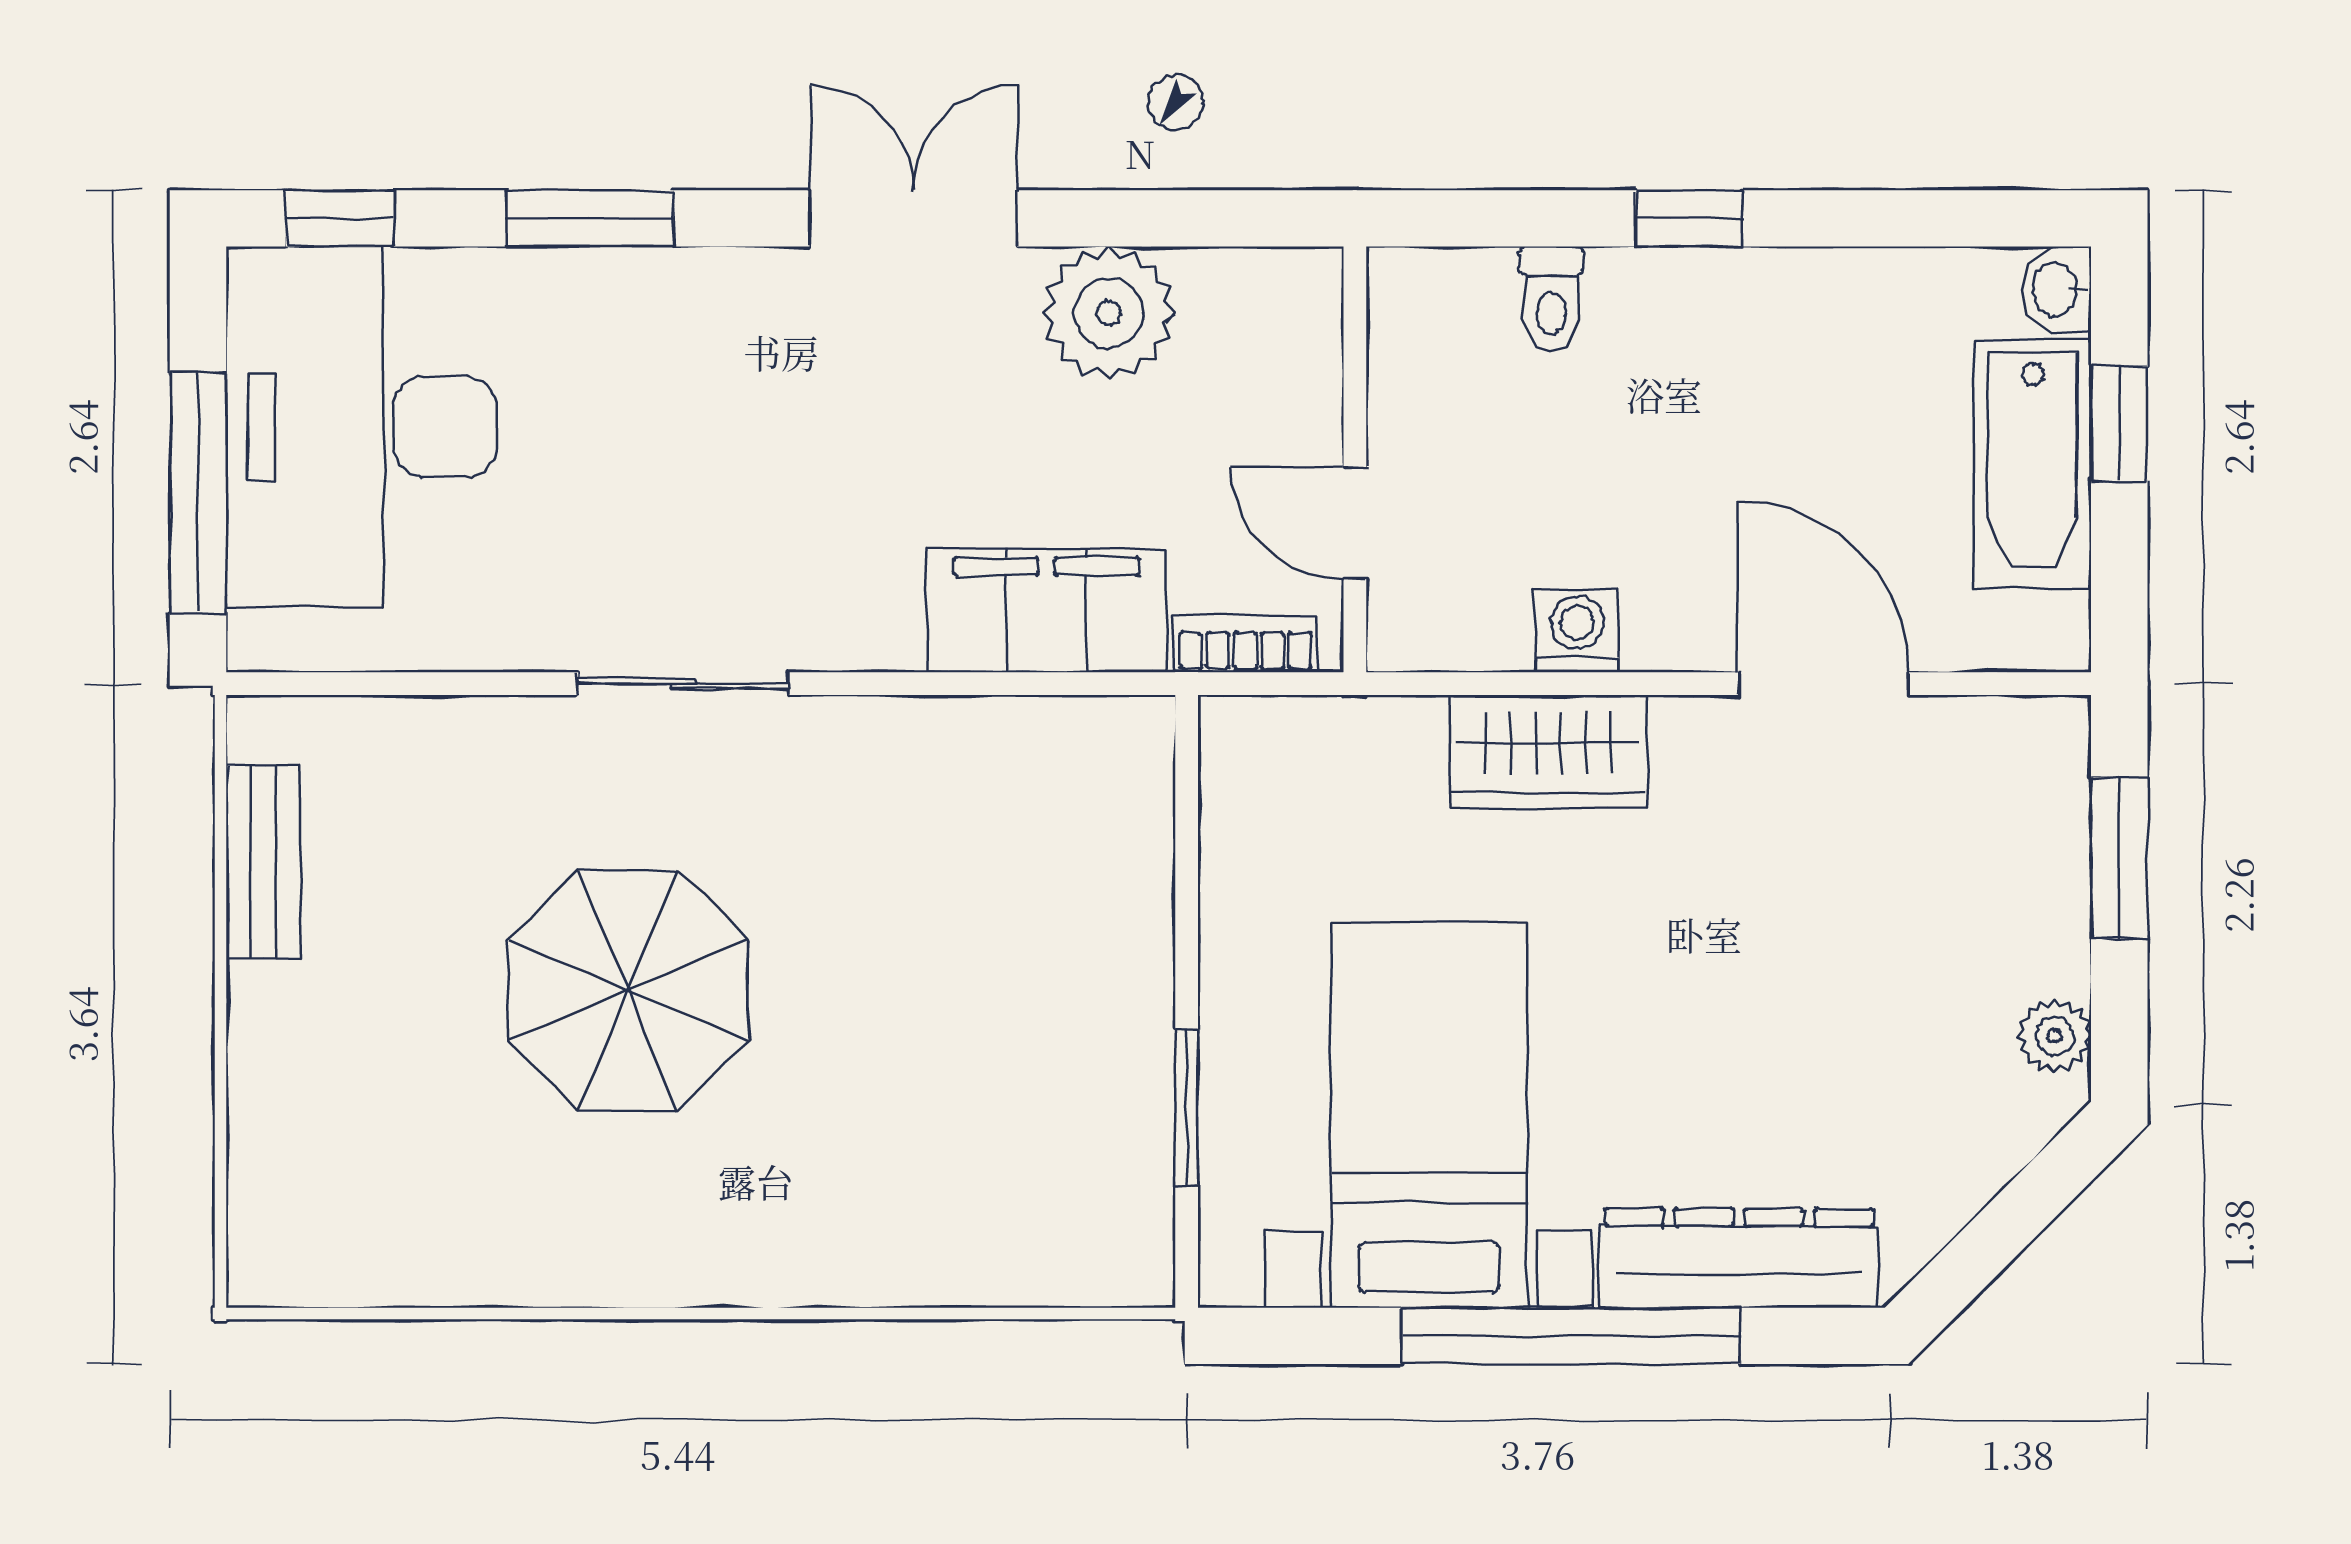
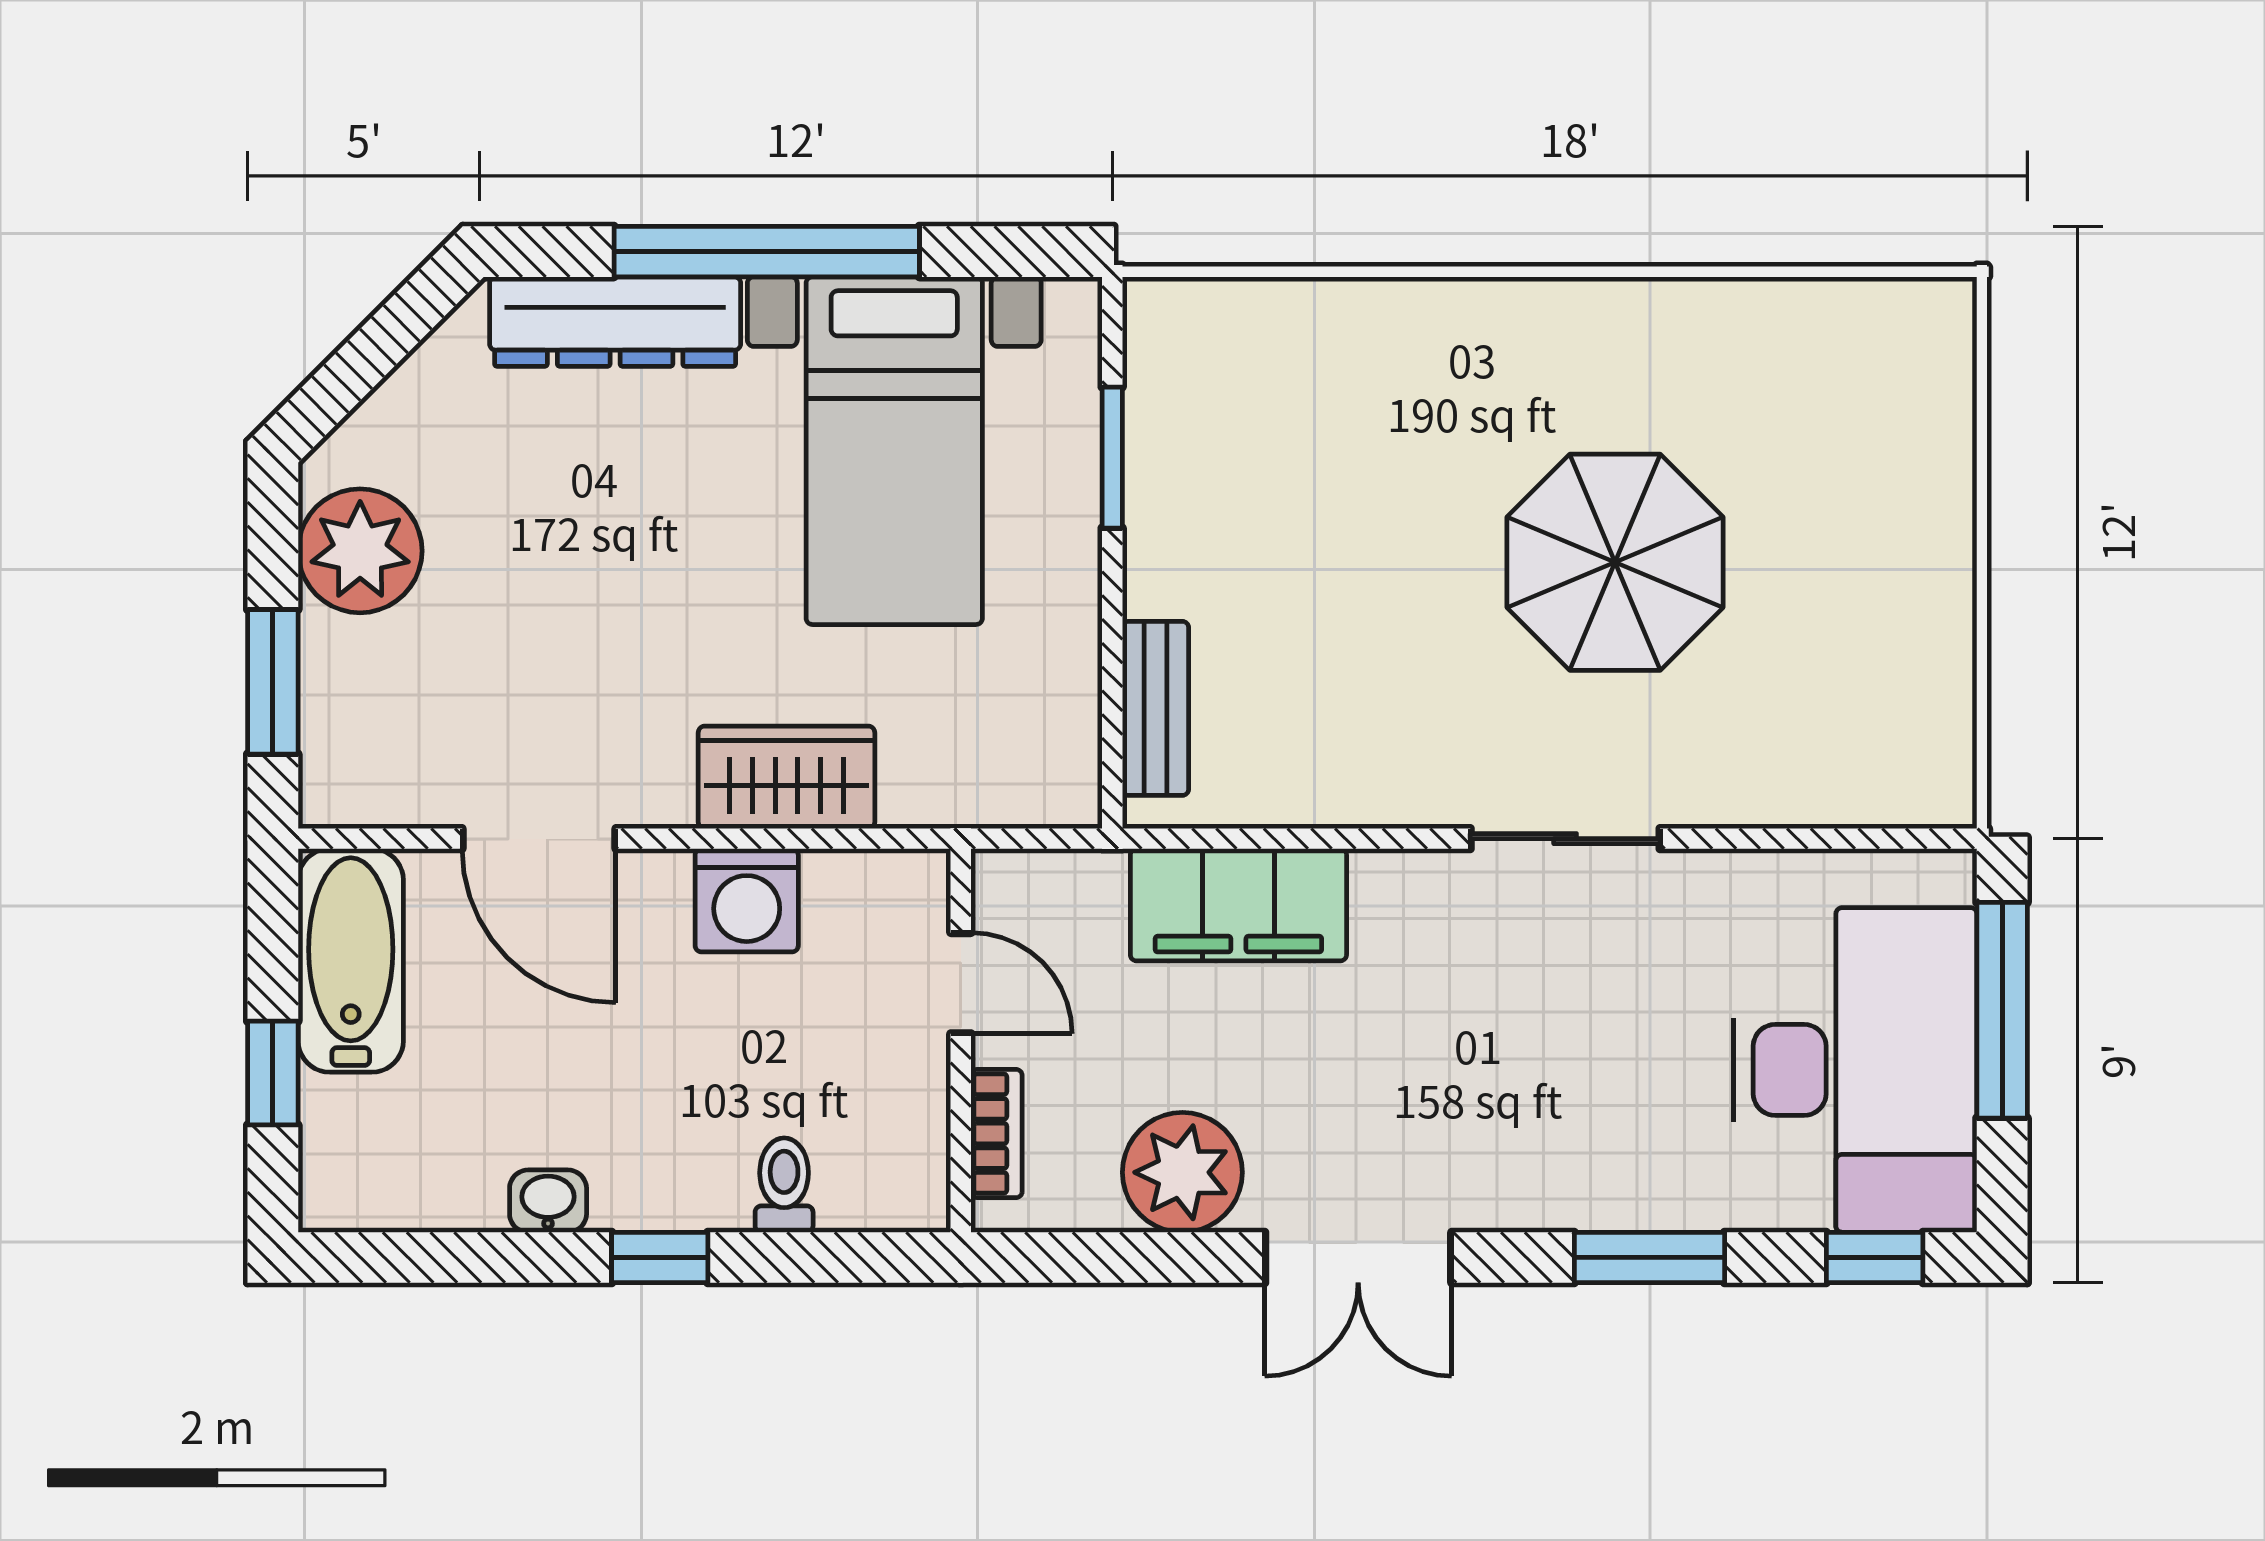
washbasin: (2057, 289) -> (548, 1201), moved, turned -90
bathtub: (2033, 464) -> (351, 960), moved
washing machine: (1577, 631) -> (747, 900), width x1.38, depth x1.38
bookcase: (1245, 644) -> (997, 1134), moved, turned -90
bench: (263, 862) -> (1156, 708), moved
plant: (2054, 1036) -> (360, 551), width x1.87, depth x1.87

